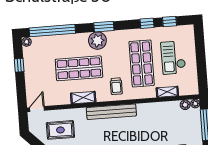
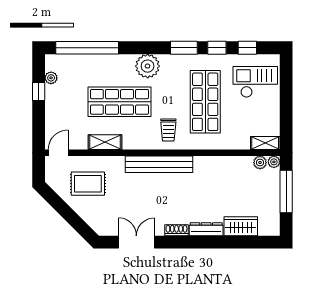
window: (104, 27) -> (184, 48), moved
plant: (27, 42) -> (51, 78), moved
checkout: (173, 58) -> (255, 82), moved, turned 90
shelving: (167, 92) -> (265, 143), moved
shelving: (83, 98) -> (105, 142), moved

